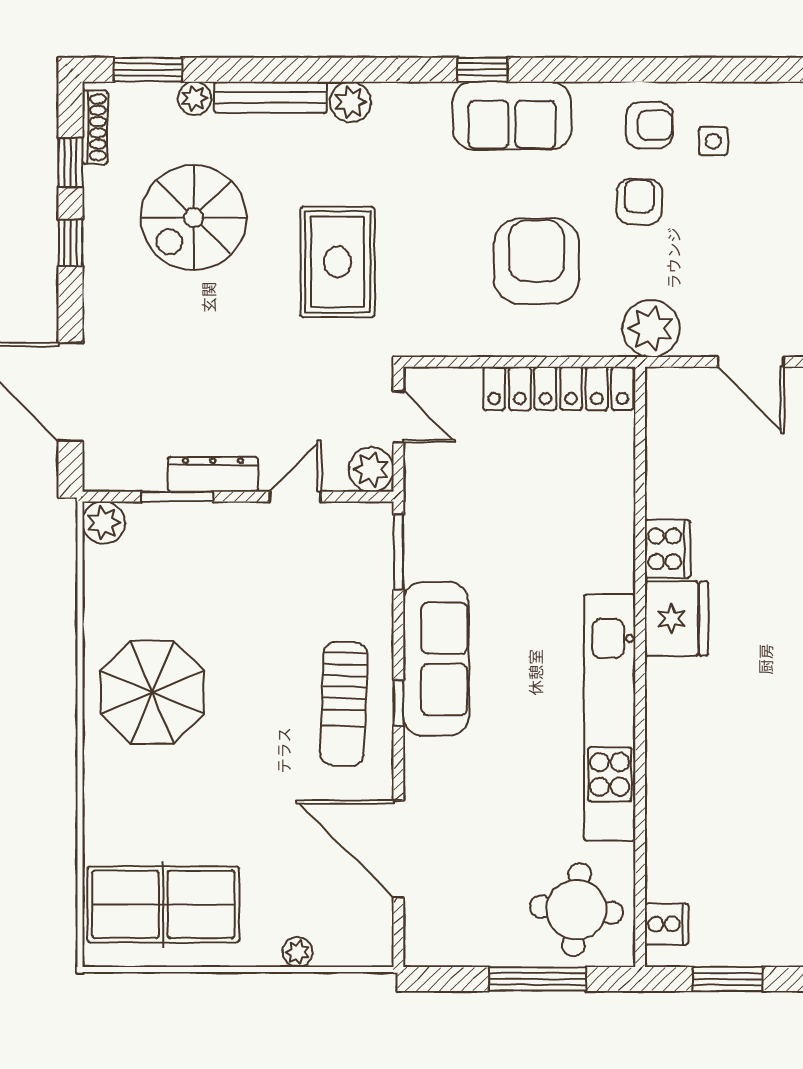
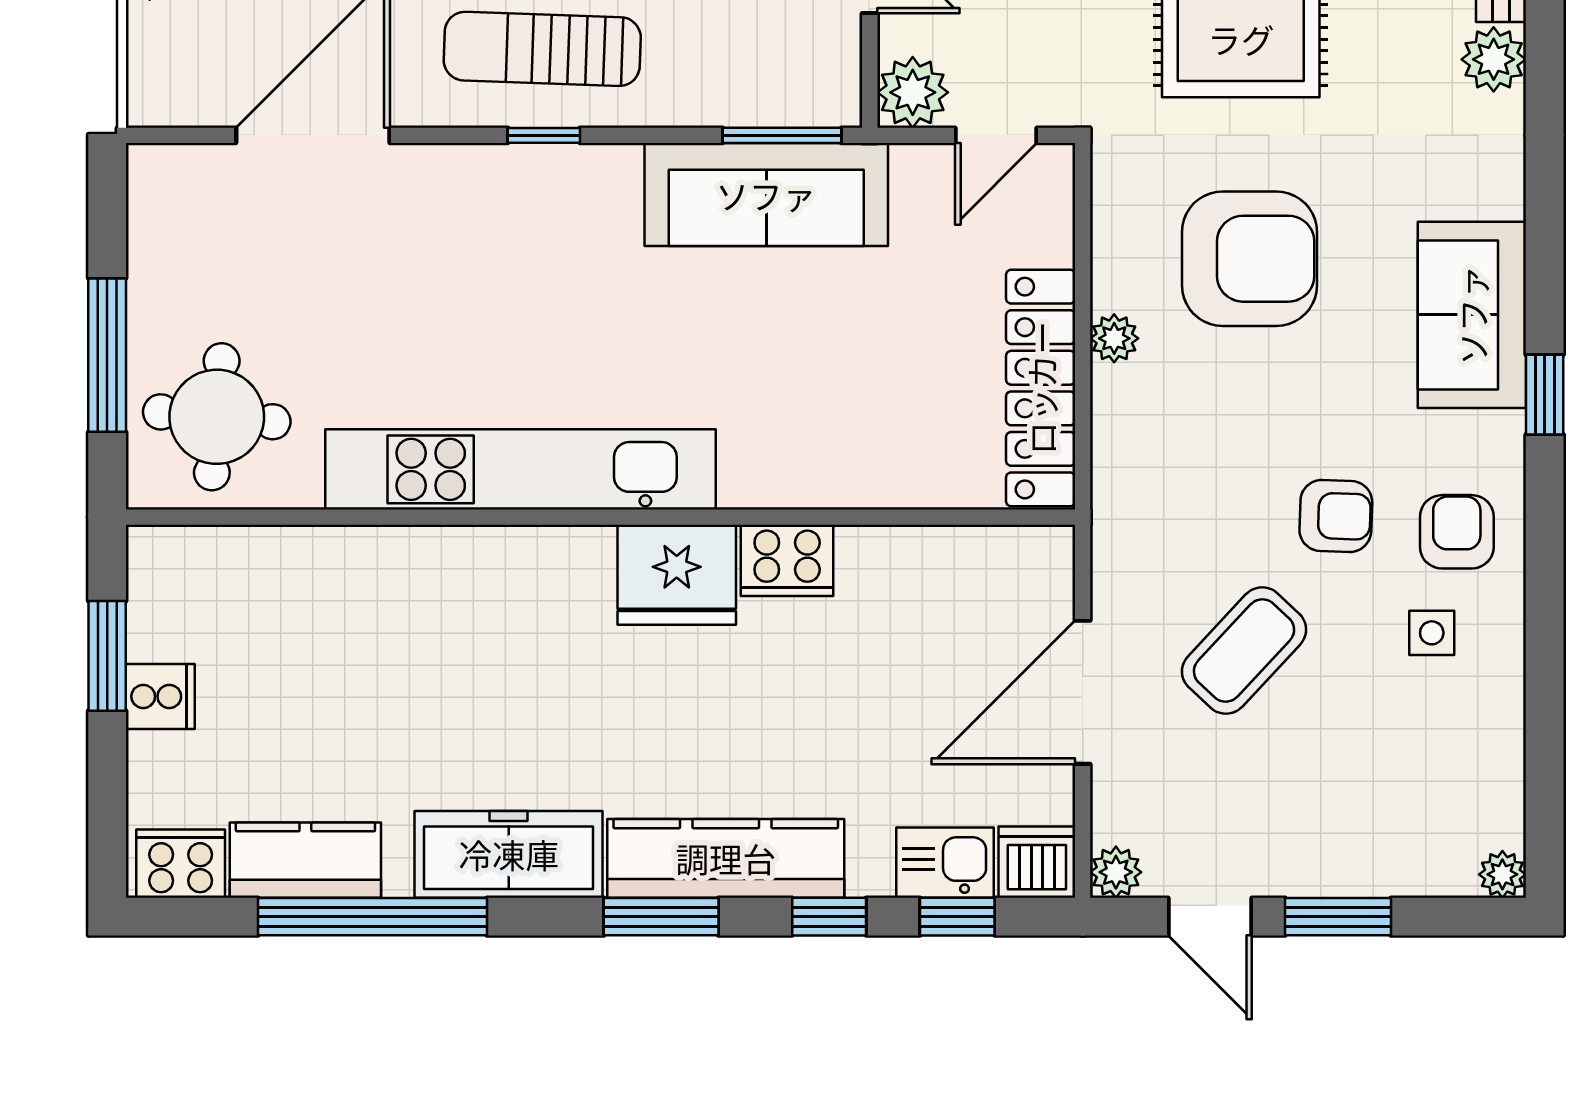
window: (482, 70) -> (1545, 395), moved
armchair: (649, 125) -> (1457, 532), turned 180
coffee table: (724, 260) -> (1244, 651), added
armchair: (537, 261) -> (1249, 259), moved
plant: (651, 329) -> (1114, 338), moved, width x0.53, depth x0.53
door: (751, 362) -> (1083, 692), width x1.36
sofa: (436, 659) -> (766, 195), moved
cooker: (667, 924) -> (160, 696), moved, turned -90

